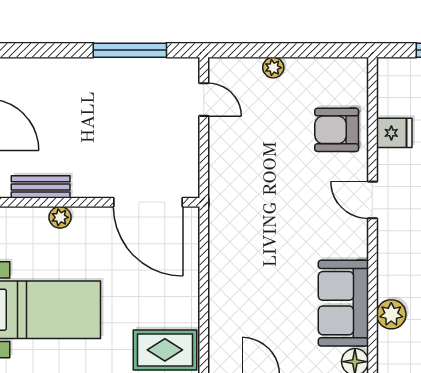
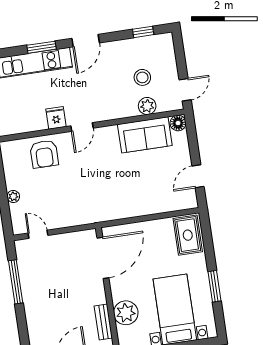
door: (204, 100) -> (38, 234), hinge flipped
fridge: (394, 133) -> (56, 118), moved
plant: (60, 217) -> (126, 313), width x1.88, depth x1.88

